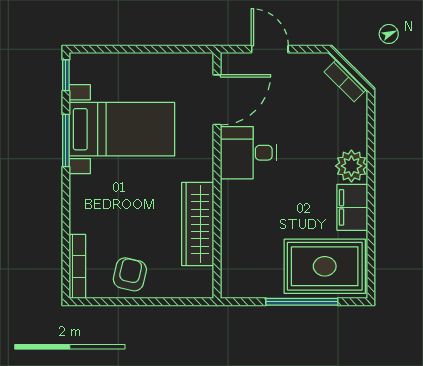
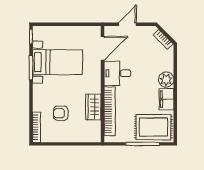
door: (270, 49) -> (127, 24), hinge flipped
wardrobe: (198, 224) -> (93, 107), width x0.67
bookcase: (232, 233) -> (110, 111), added
armchair: (130, 274) -> (61, 113), moved, turned -102

